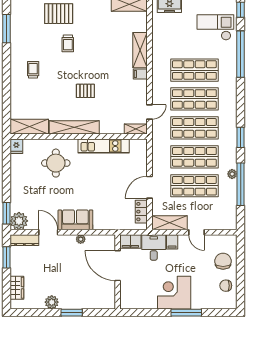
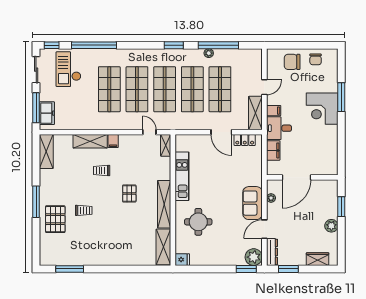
trolley: (33, 70) -> (102, 170), moved
door: (118, 266) -> (296, 177), moved
wall: (118, 272) -> (302, 177), moved

